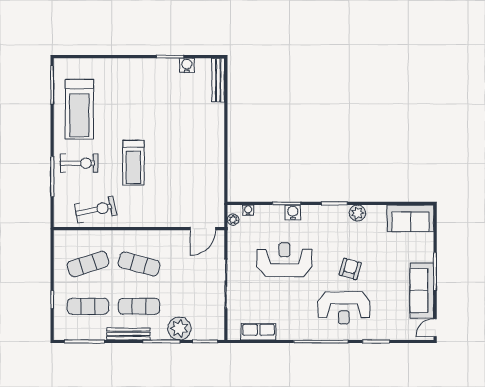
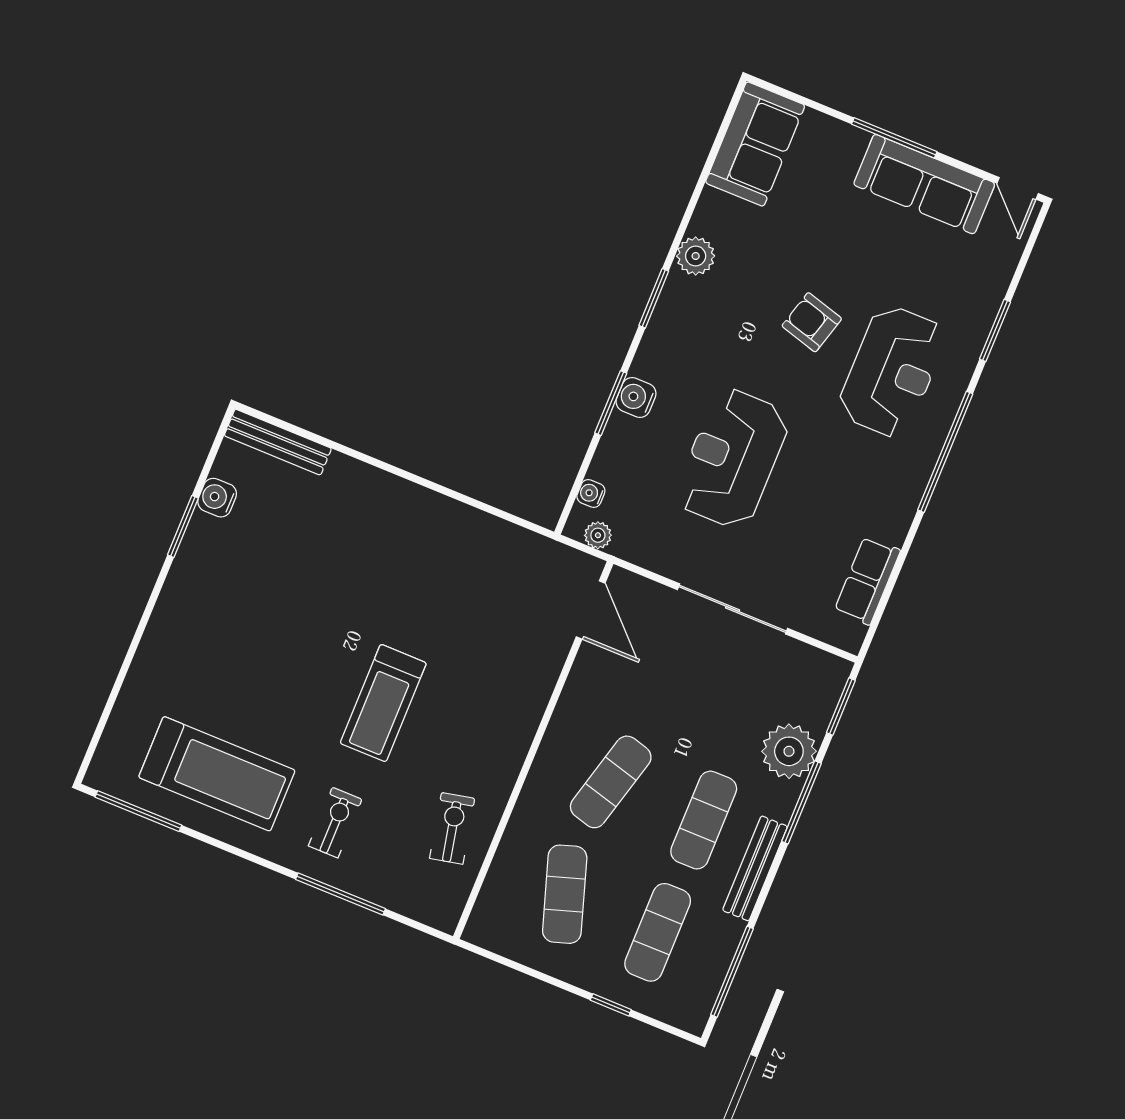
exercise bike: (79, 163) -> (335, 823), width x0.73, depth x0.72
treadmill: (133, 163) -> (383, 703), turned 90
exercise bike: (96, 210) -> (452, 828), width x0.73, depth x0.72

